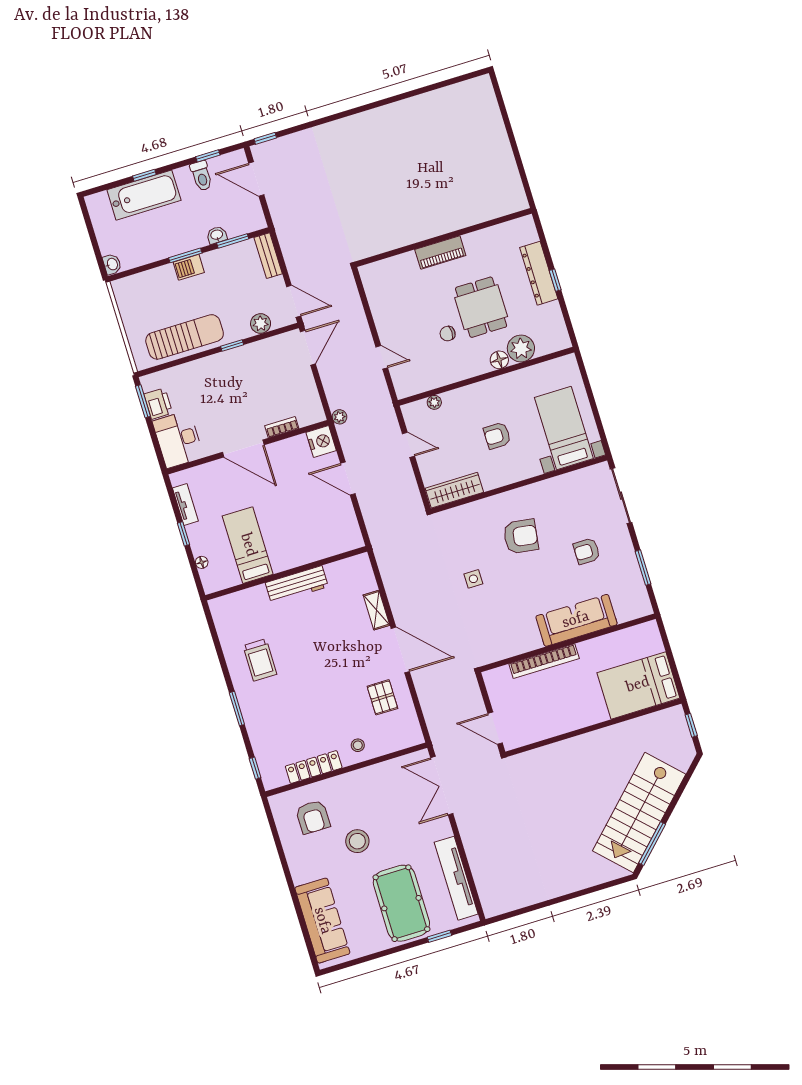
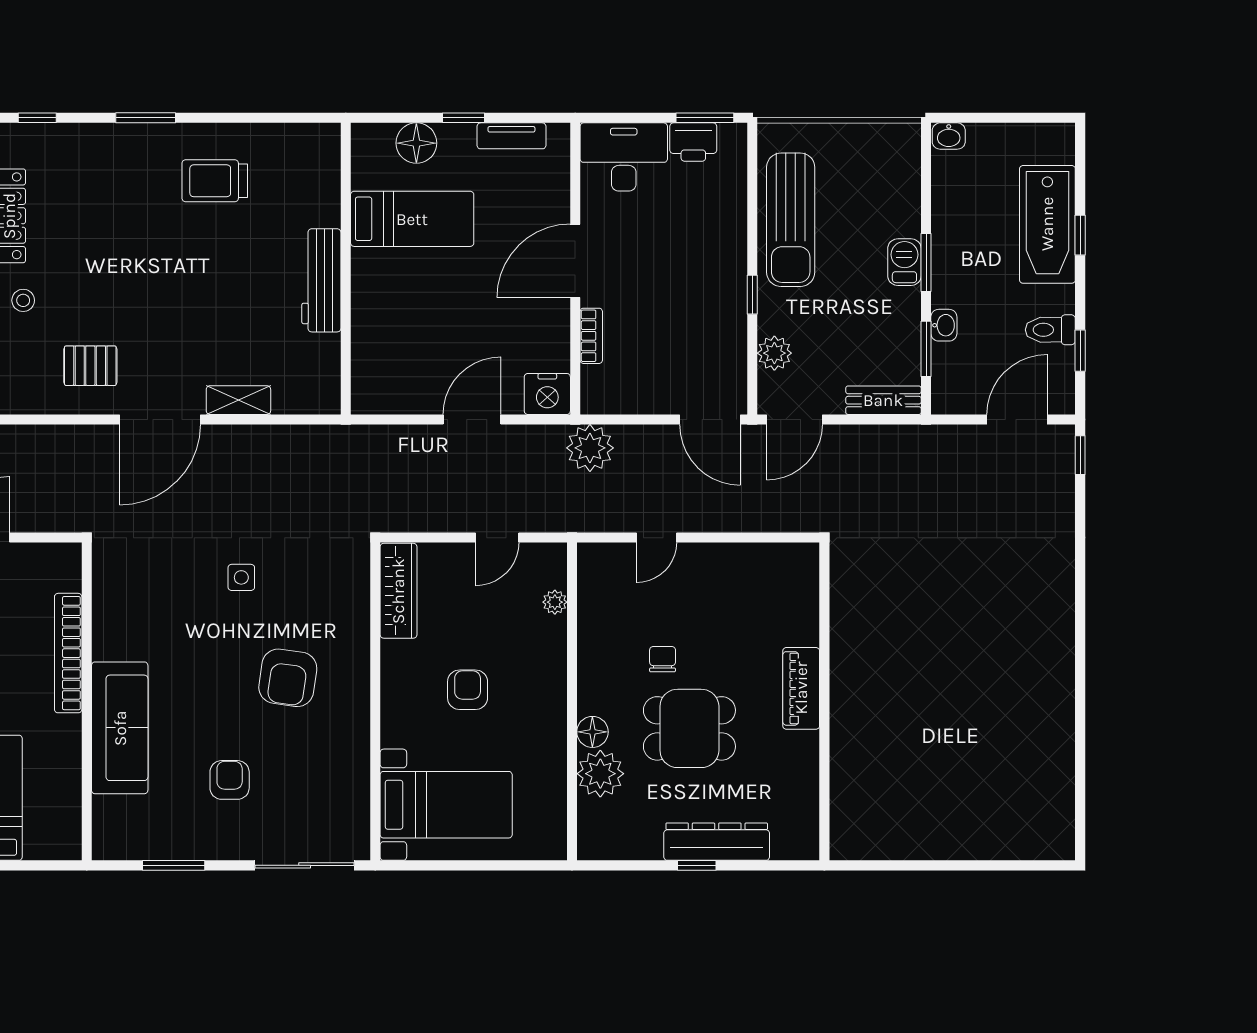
plant: (339, 417) -> (590, 448), width x1.88, depth x1.88
floor lamp: (202, 562) -> (416, 143), width x1.89, depth x1.89

